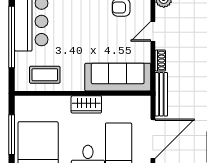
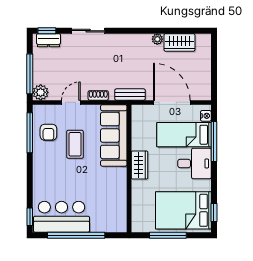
door: (153, 31) -> (71, 102), swing flipped
coffee table: (45, 75) -> (75, 144), moved
bench: (161, 94) -> (130, 95), width x0.73

